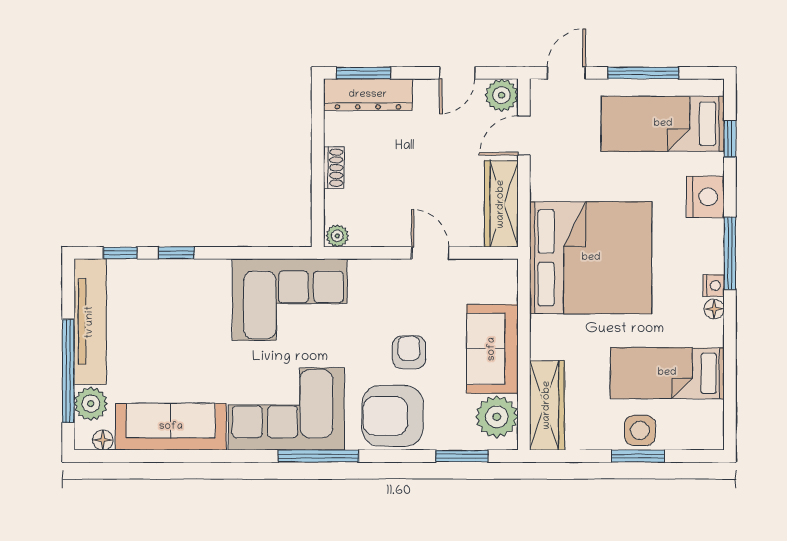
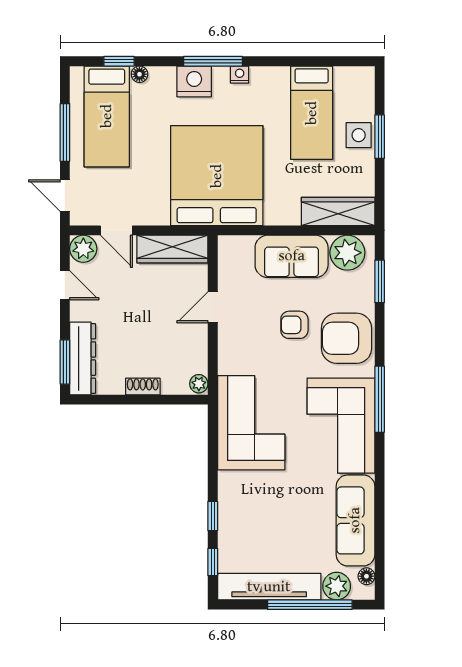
nightstand: (705, 197) -> (194, 81), moved
floor lamp: (714, 309) -> (139, 74), moved
armchair: (393, 416) -> (347, 338), turned 90

